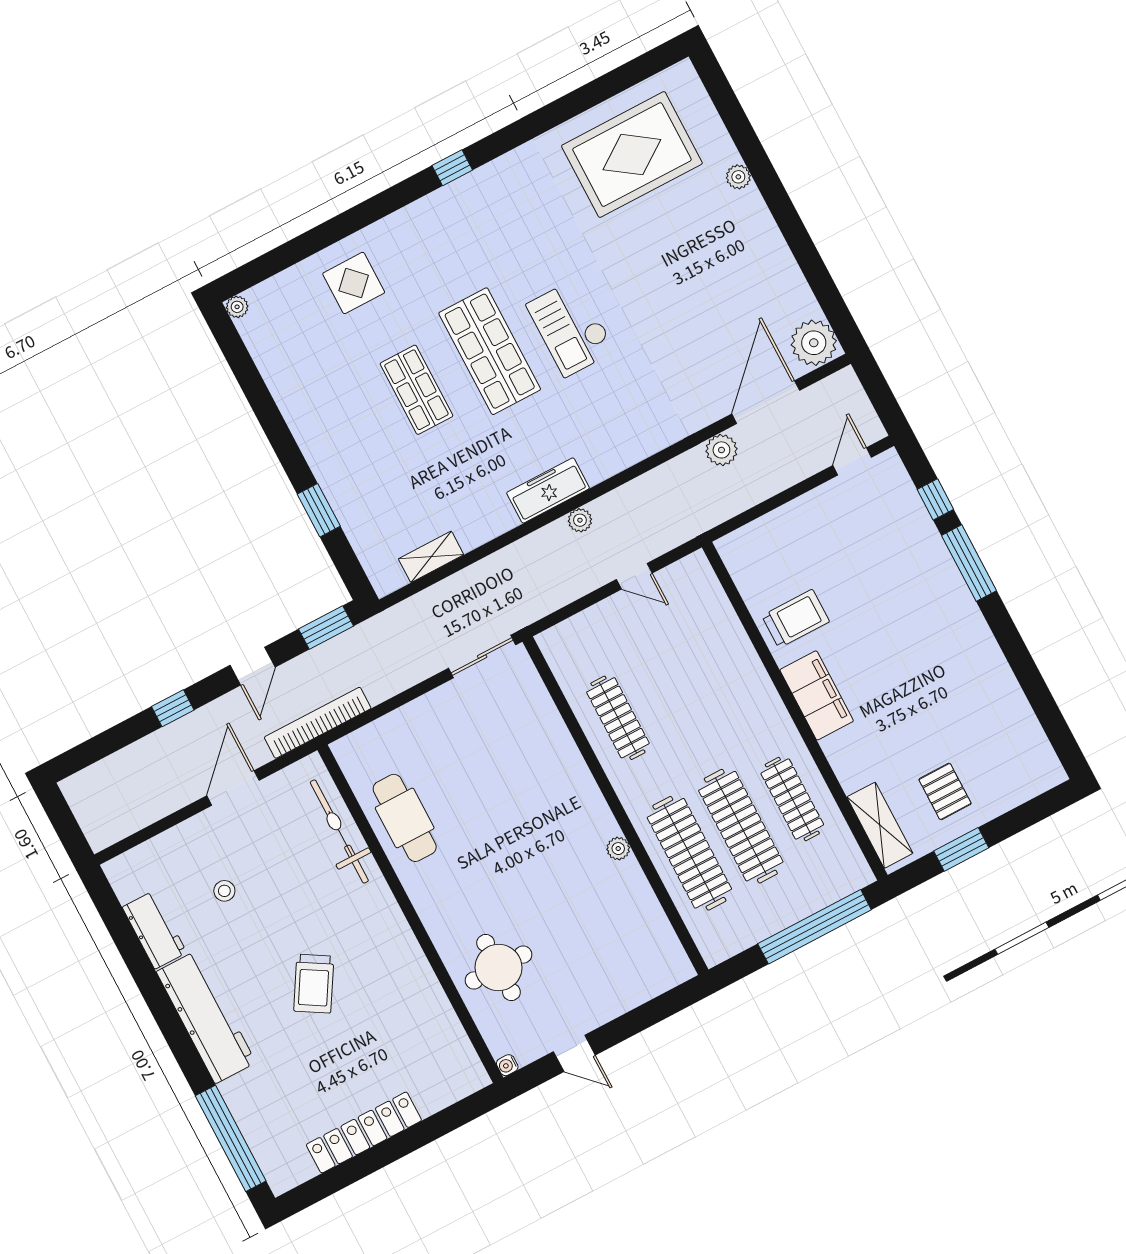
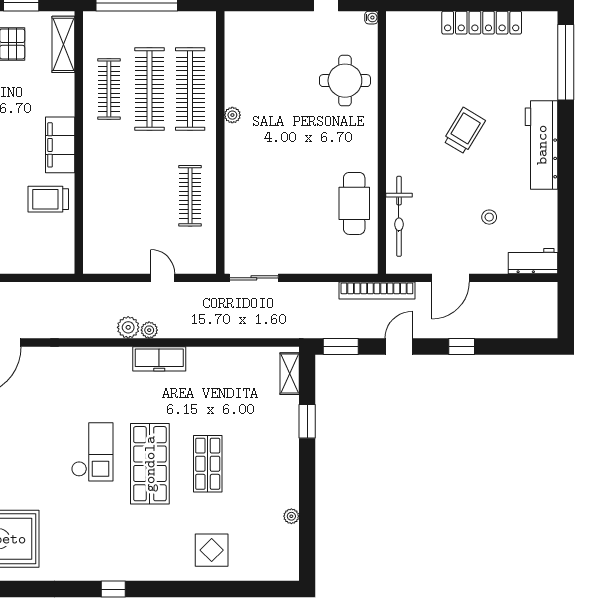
plant: (237, 307) -> (291, 516), moved
plant: (721, 450) -> (128, 327), moved
shelving: (431, 557) -> (290, 374), moved, turned 90
door: (634, 576) -> (163, 278), moved
workbench: (154, 930) -> (533, 261), moved, turned 90

